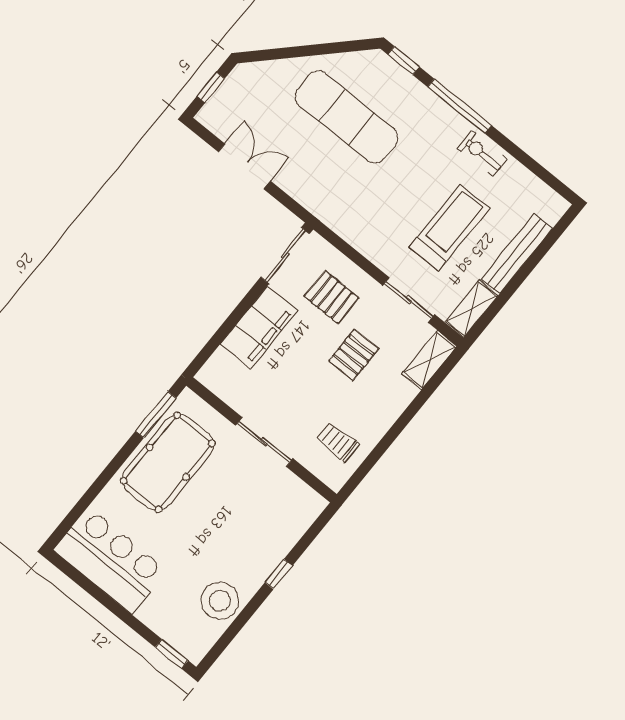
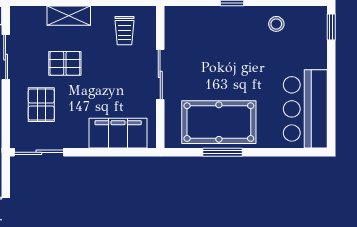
filing cabinet: (259, 328) -> (118, 133), moved
shelving: (429, 360) -> (69, 16), moved
window: (156, 415) -> (223, 152), moved
stool: (220, 601) -> (276, 24), width x0.53, depth x0.53

